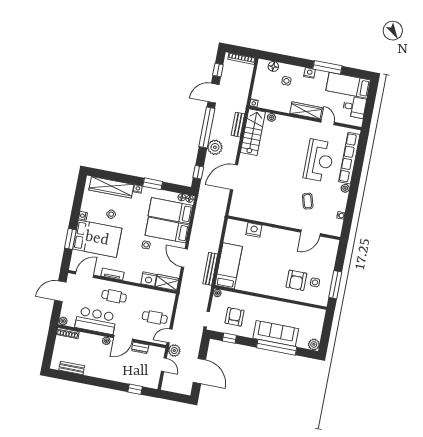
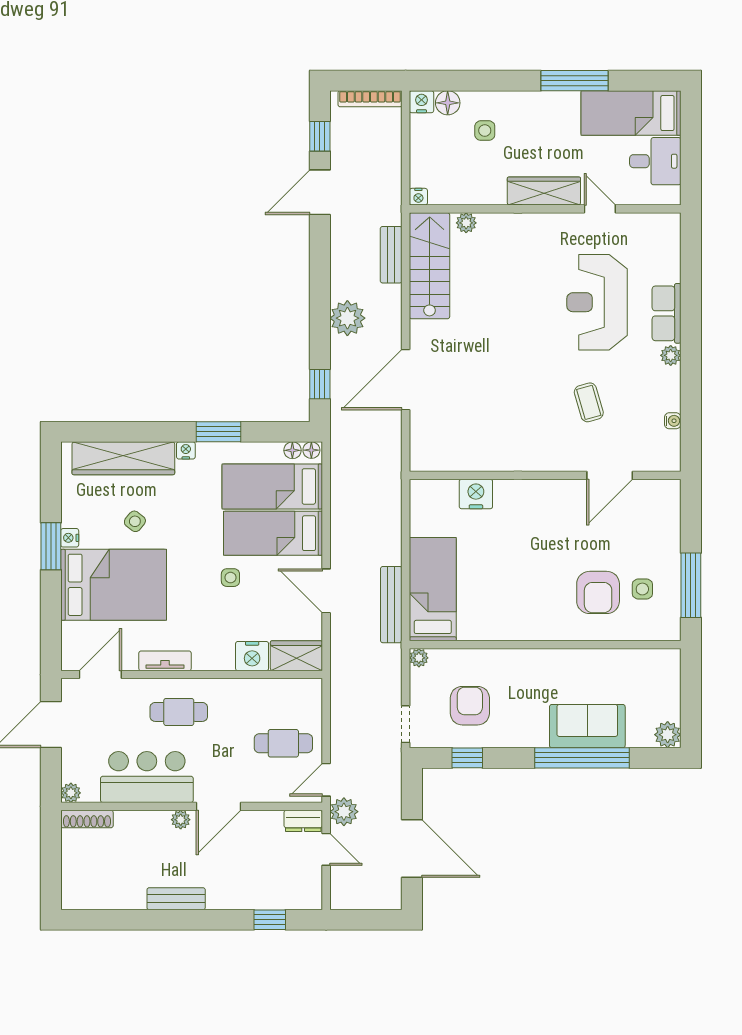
nightstand: (310, 73) -> (422, 102), moved
window: (207, 127) -> (320, 275), removed
row of seats: (349, 158) -> (667, 313), width x0.50
reception desk: (319, 161) -> (597, 302), turned 180
window: (70, 239) -> (51, 546), moved
sofa: (276, 333) -> (587, 726), width x0.73
dresser: (140, 348) -> (303, 821), moved
bench: (72, 368) -> (176, 899), moved

